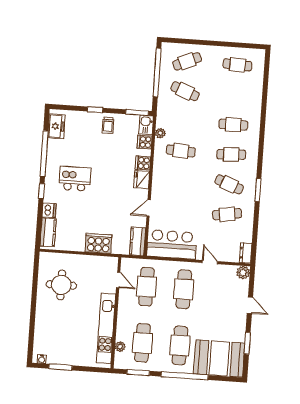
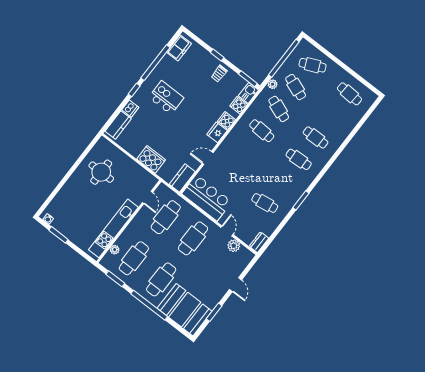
plant: (160, 133) -> (273, 84), moved
cafe table: (229, 184) -> (279, 109), moved
plant: (243, 273) -> (234, 246), moved

